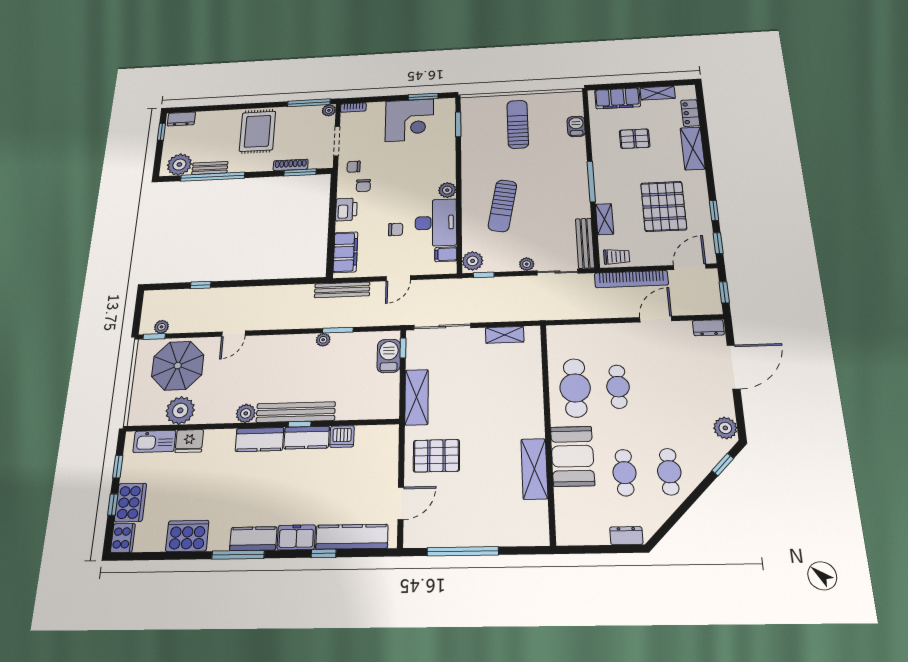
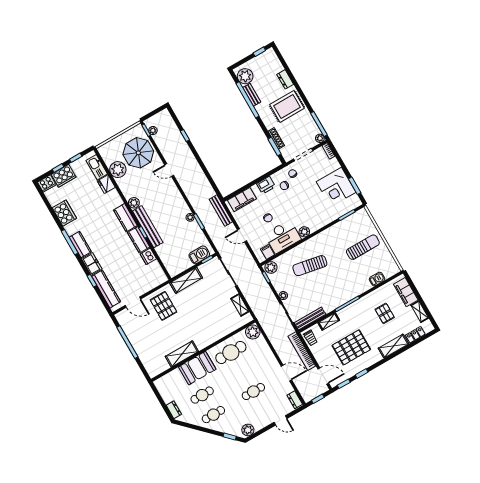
dresser: (181, 119) -> (285, 79), moved
plant: (560, 337) -> (253, 332), added
door: (734, 367) -> (280, 420), width x0.53
cafe table: (618, 387) -> (253, 392), moved

